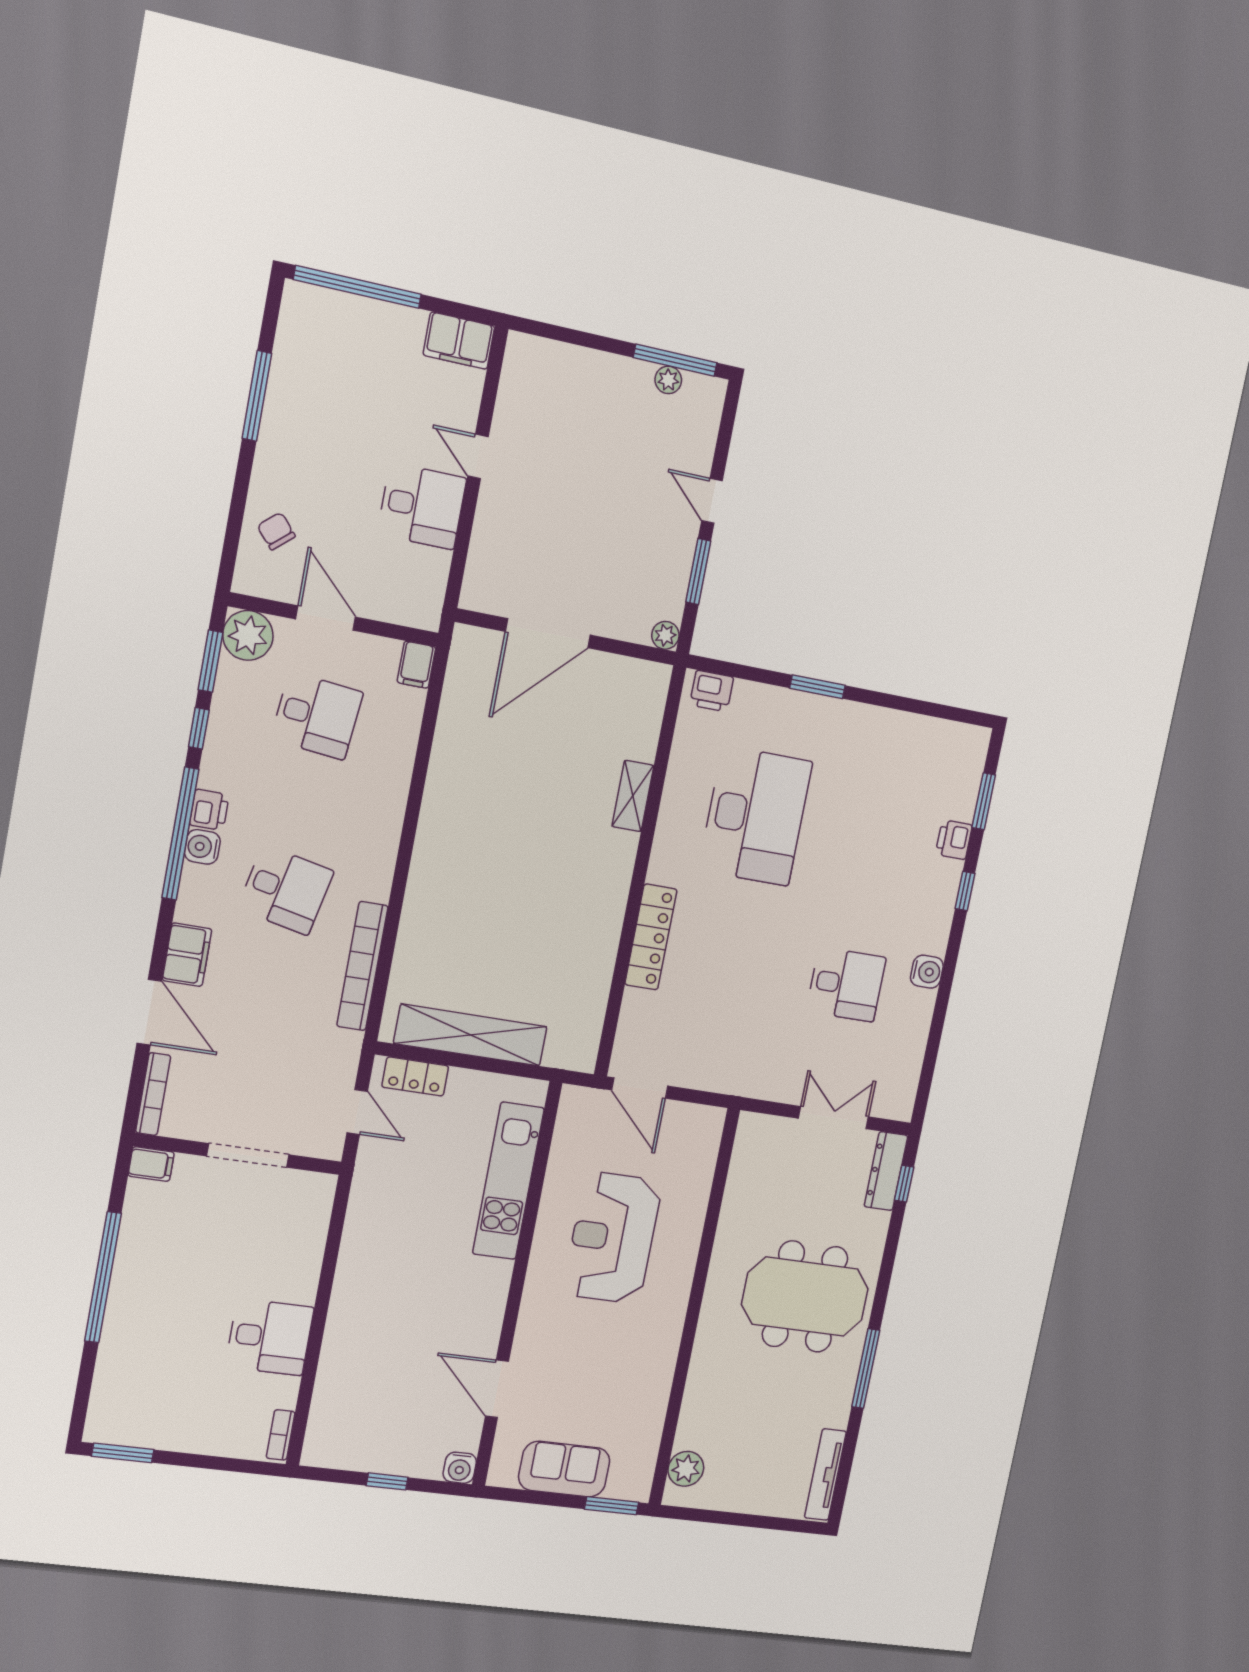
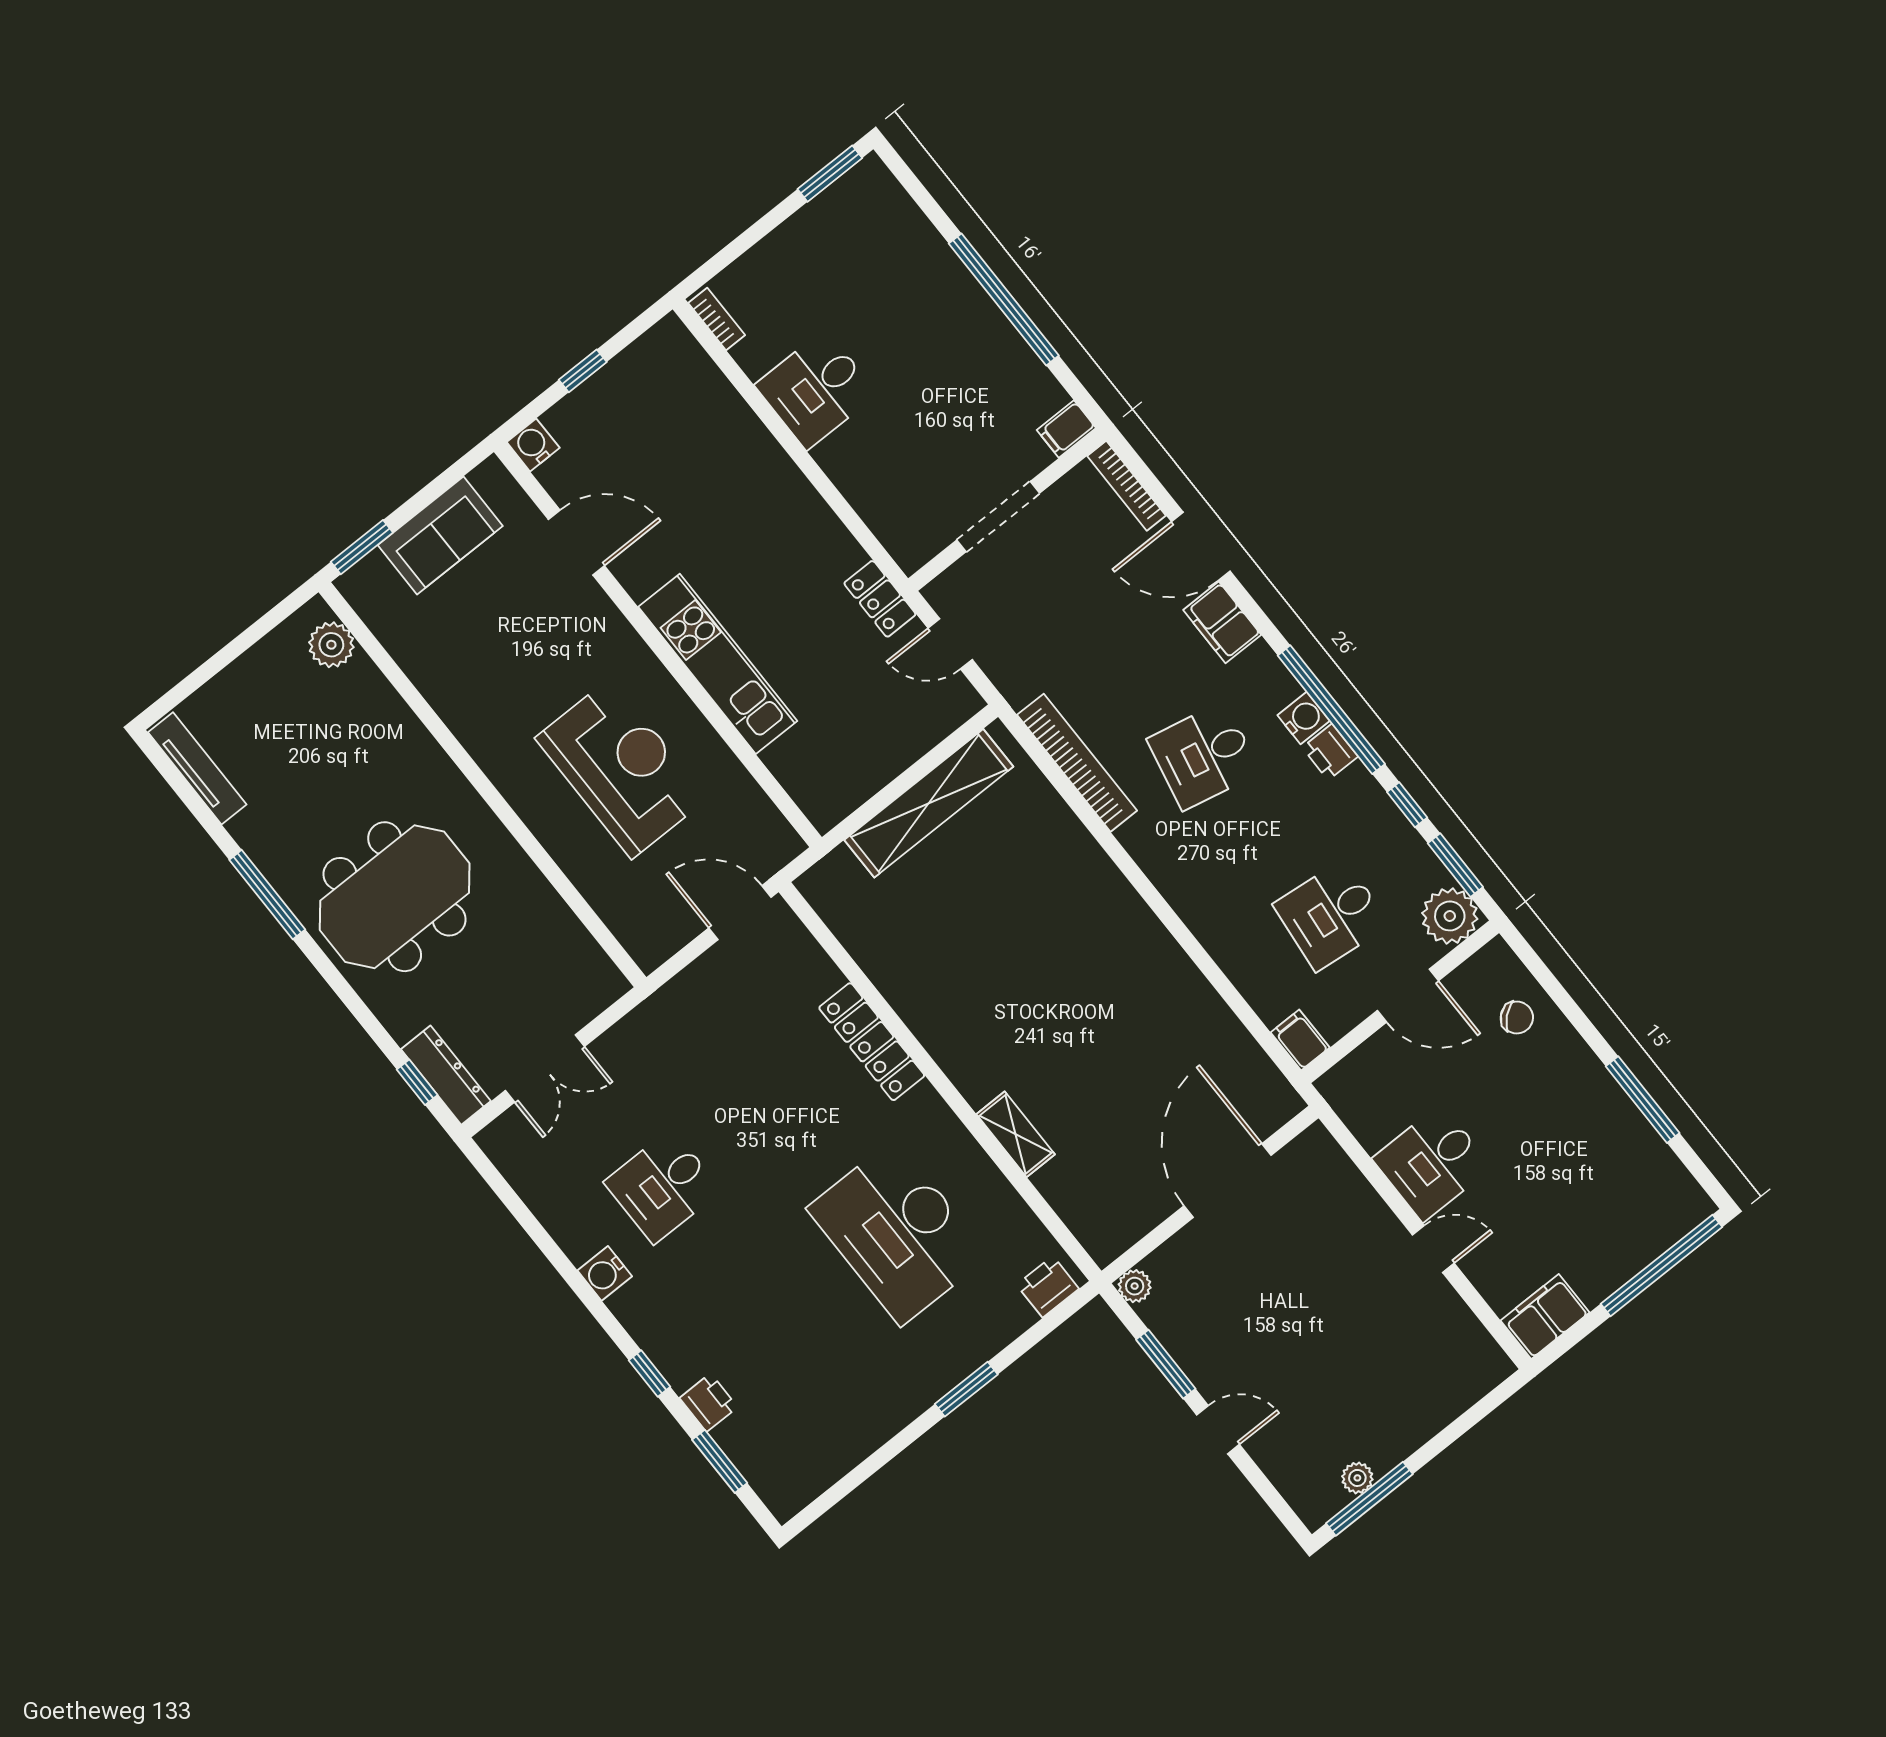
locker: (415, 1076) -> (880, 599), moved, turned -90
kitchen unit: (508, 1181) -> (718, 664), moved

